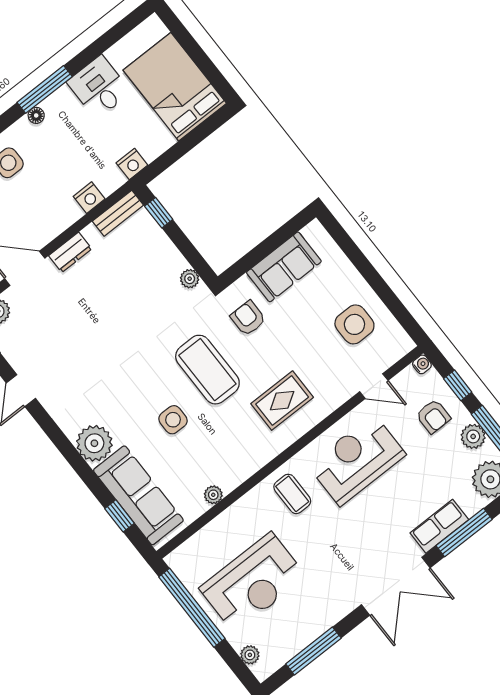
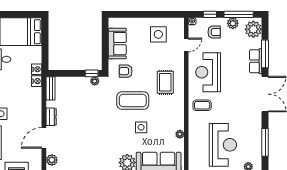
nightstand: (89, 198) -> (37, 81), moved
window: (159, 213) -> (92, 73), moved

